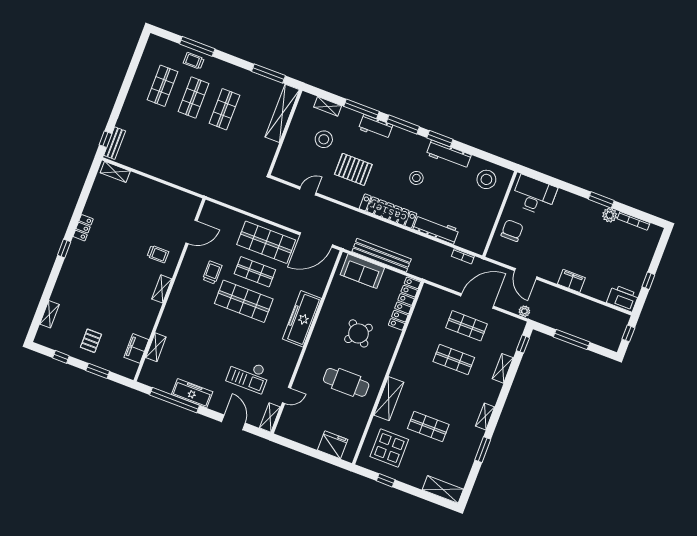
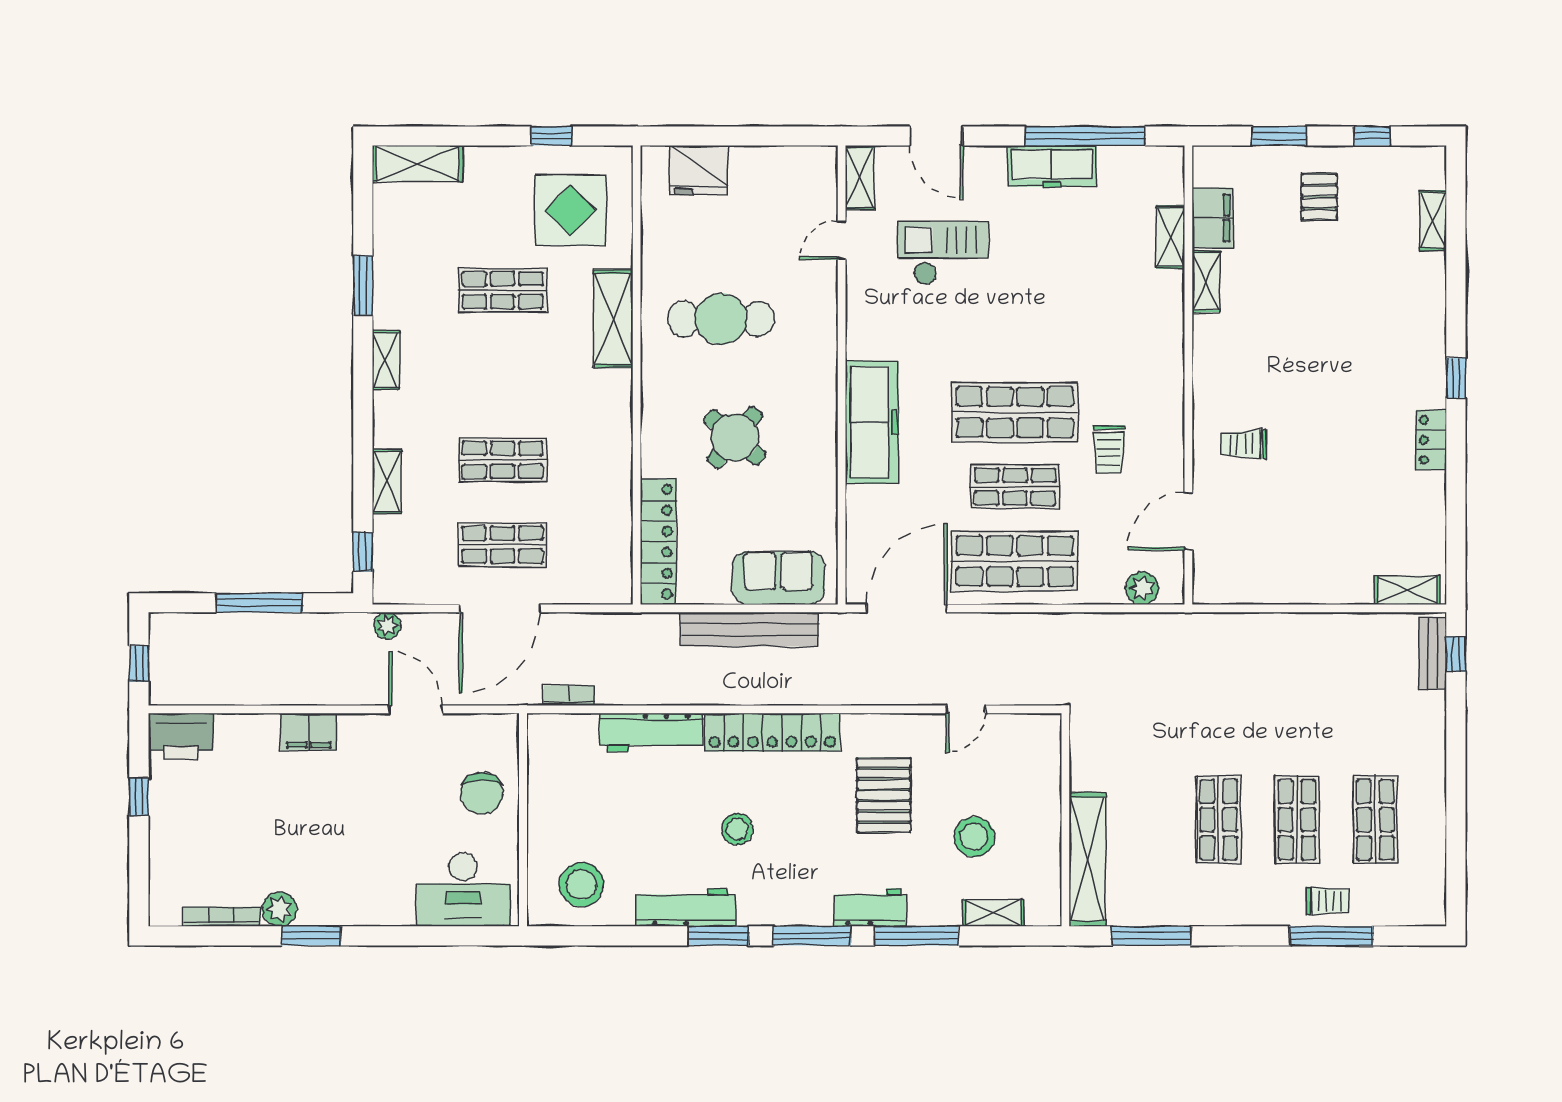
pallet: (353, 169) -> (884, 795), turned 90
plant: (220, 212) -> (1142, 588), added
shelving: (162, 289) -> (1206, 281), moved

